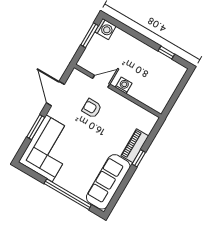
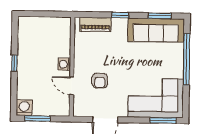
window: (166, 53) -> (14, 63), moved
window: (36, 127) -> (163, 120), moved
piano: (135, 146) -> (95, 24), moved
window: (119, 192) -> (160, 16), added

